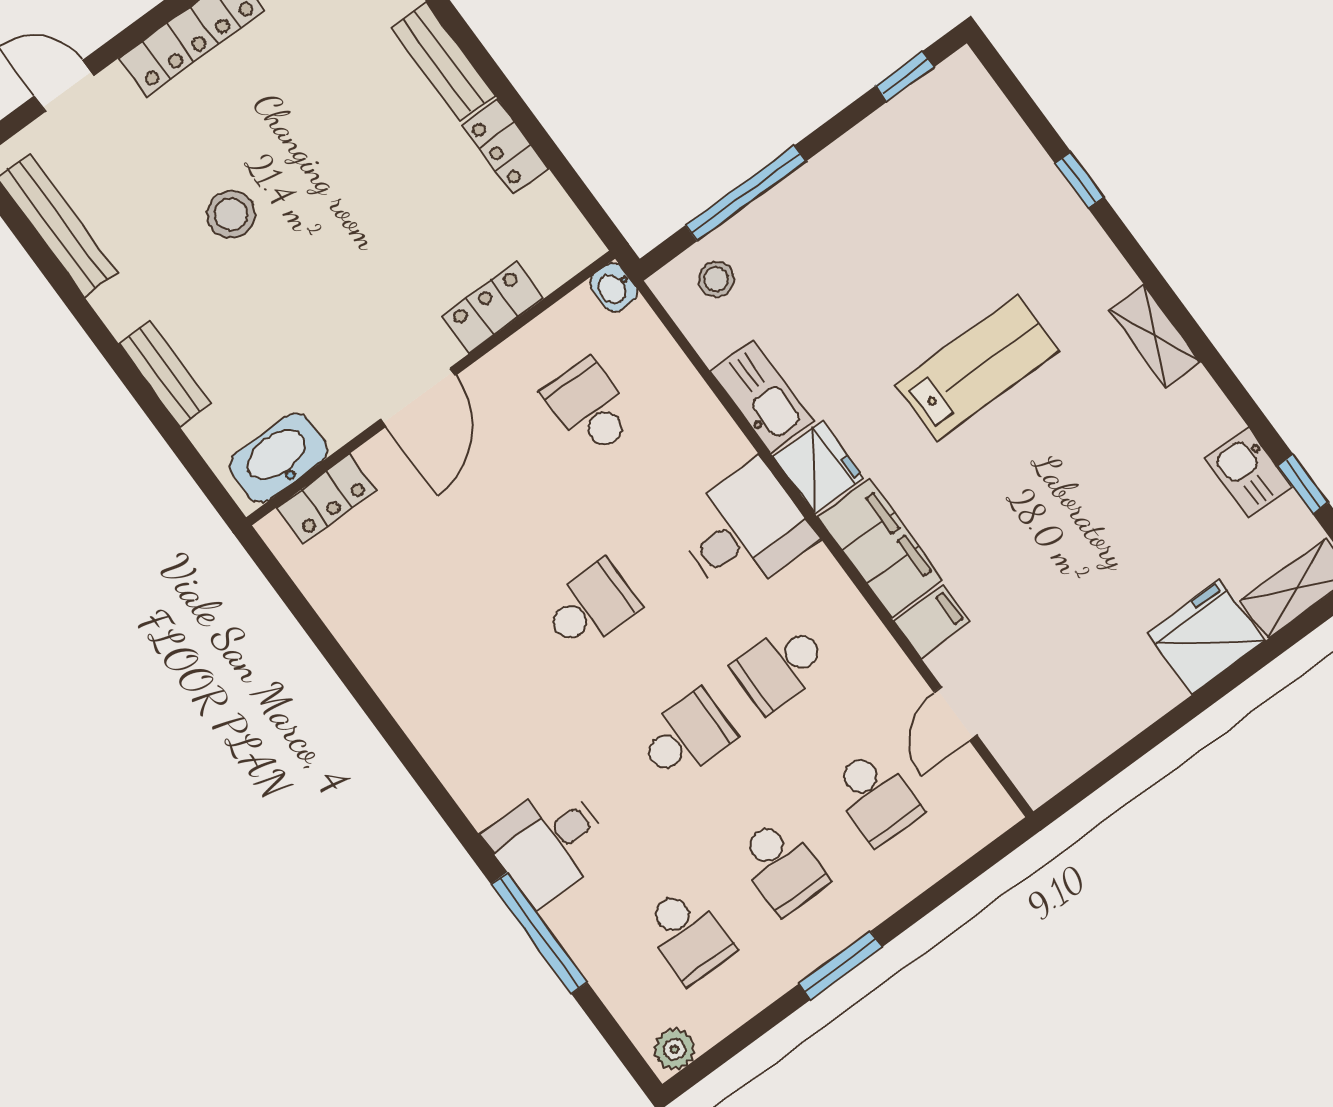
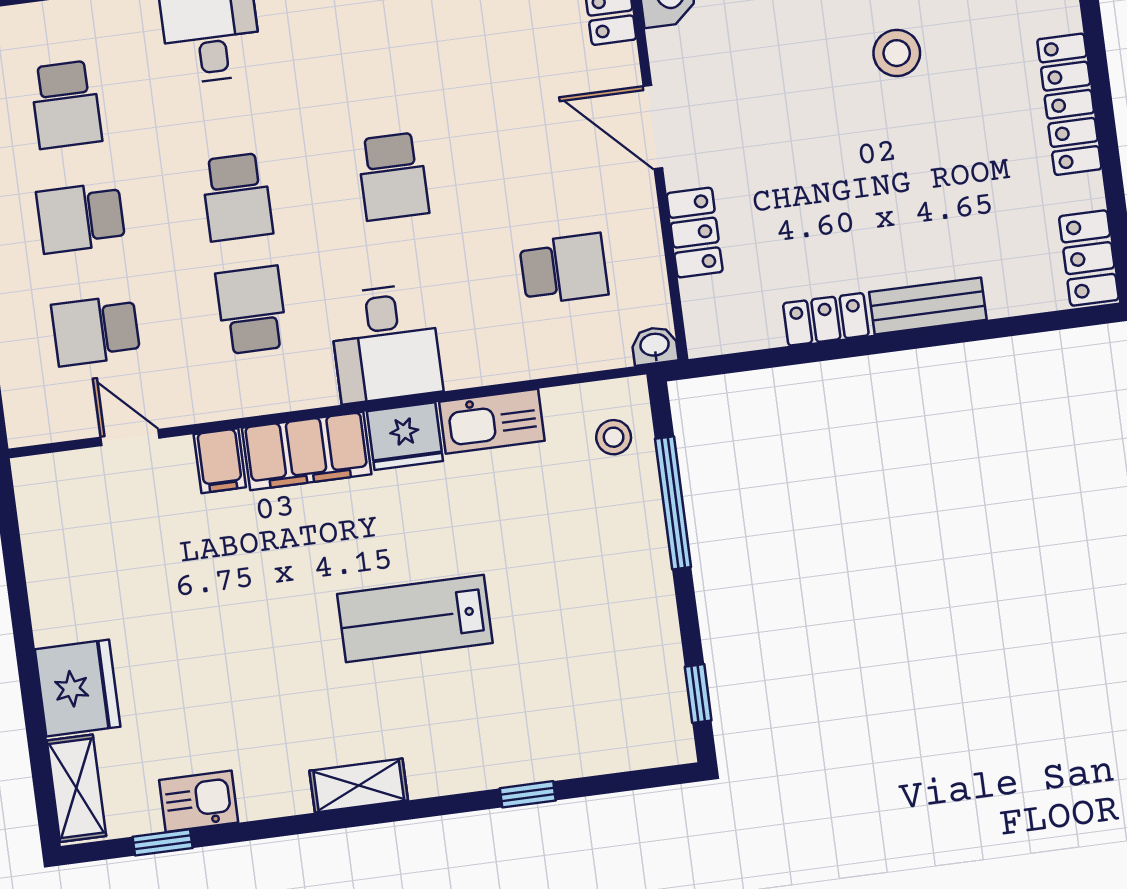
lab bench: (977, 368) -> (415, 619), turned 90
school desk: (688, 936) -> (66, 105), turned -90

